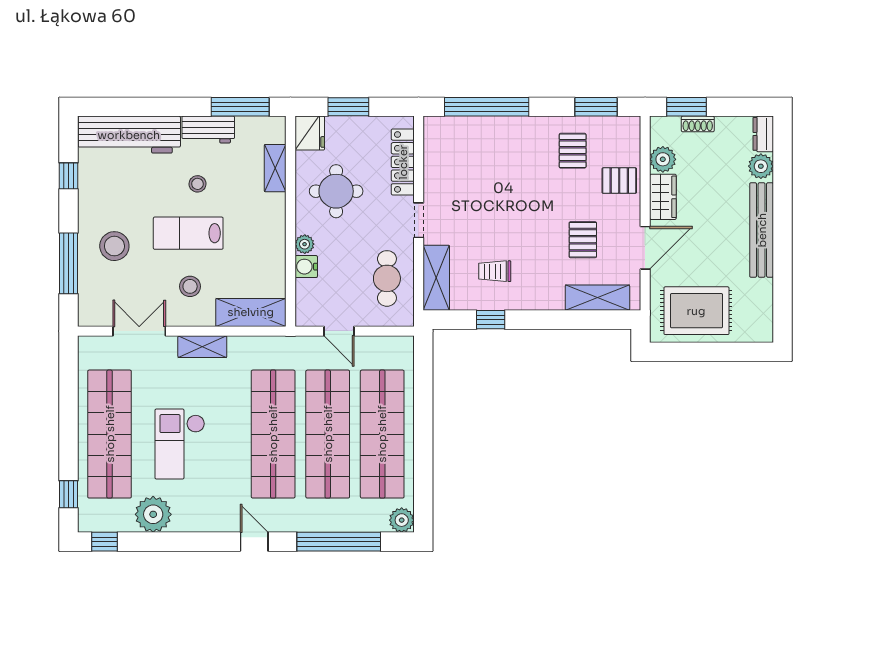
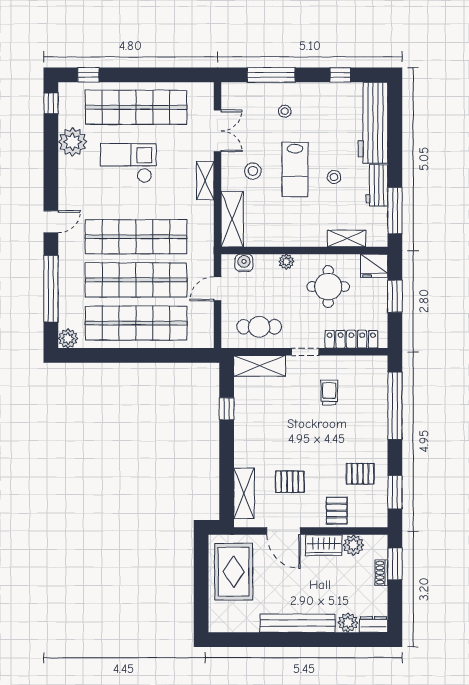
lab bench: (188, 233) -> (295, 170), turned 180
stool: (114, 246) -> (285, 111), width x0.53, depth x0.53
water cooler: (306, 267) -> (244, 263), moved
trolley: (495, 271) -> (329, 392), moved

